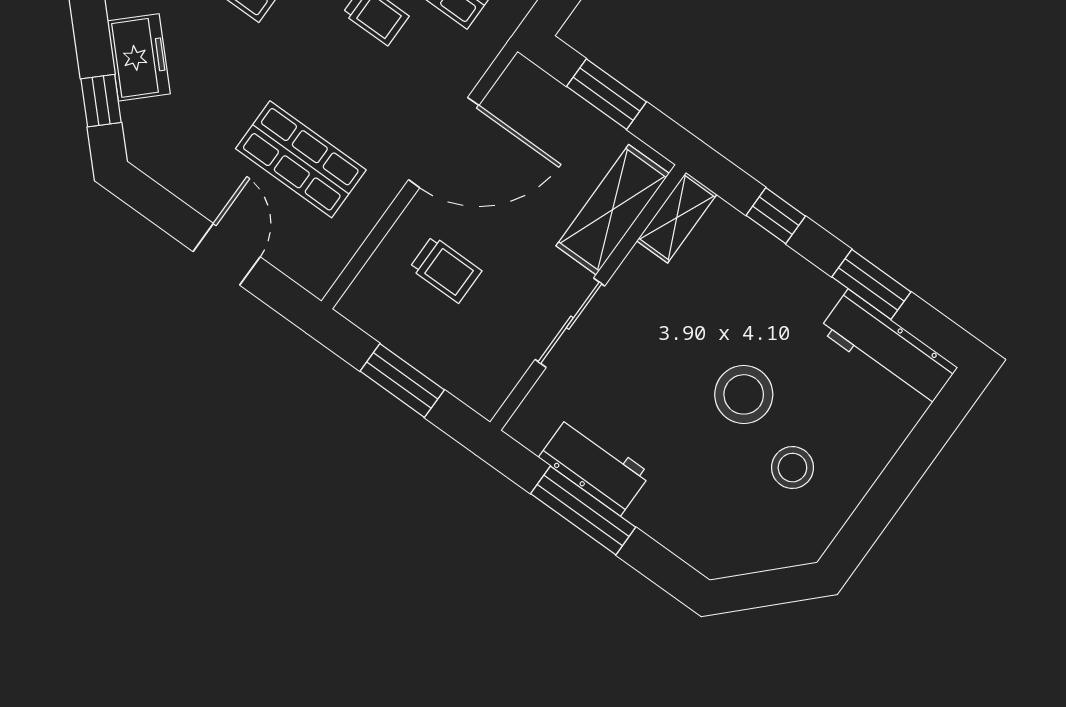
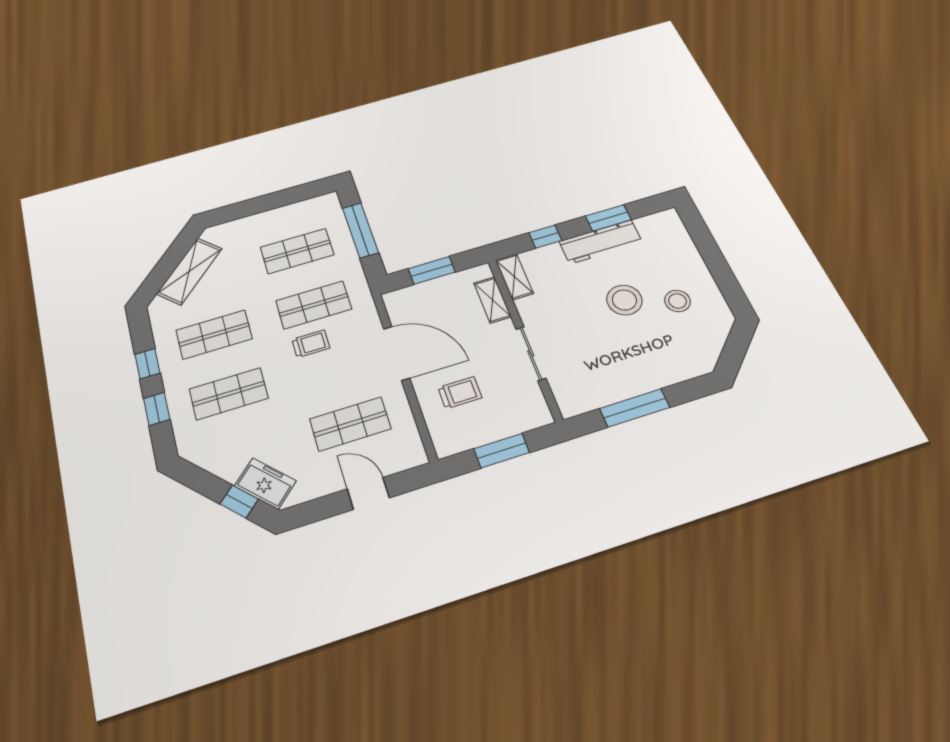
freezer: (139, 57) -> (265, 483), moved
door: (444, 143) -> (397, 353), hinge flipped
shelving: (613, 210) -> (492, 300), width x0.67, depth x0.75
workbench: (888, 349) -> (601, 242), moved
workbench: (595, 466) -> (614, 388), removed

